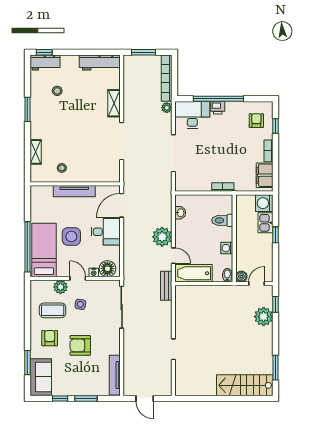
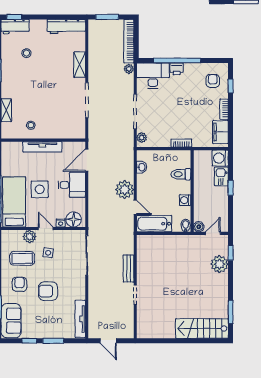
plant: (180, 181) -> (142, 138), added
bench: (166, 286) -> (129, 269), moved

